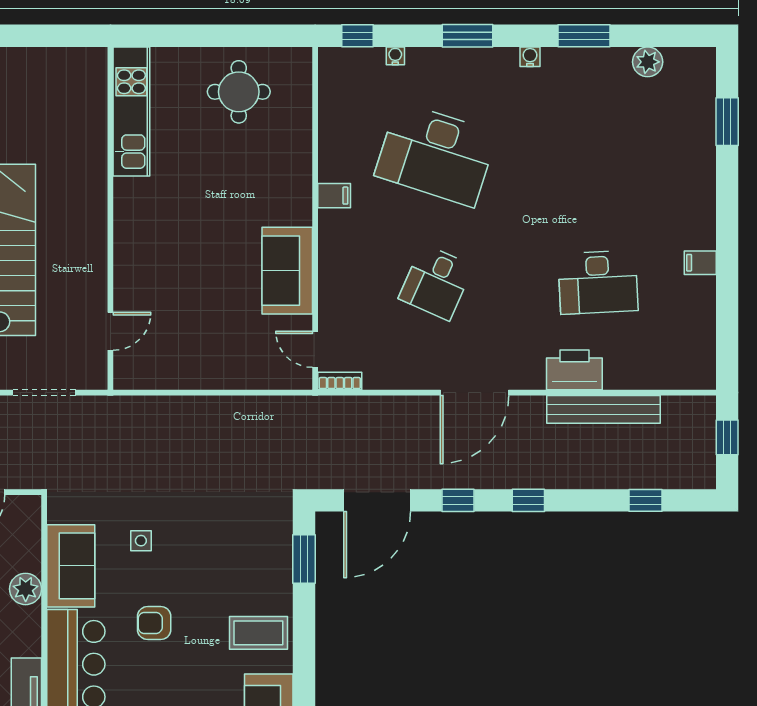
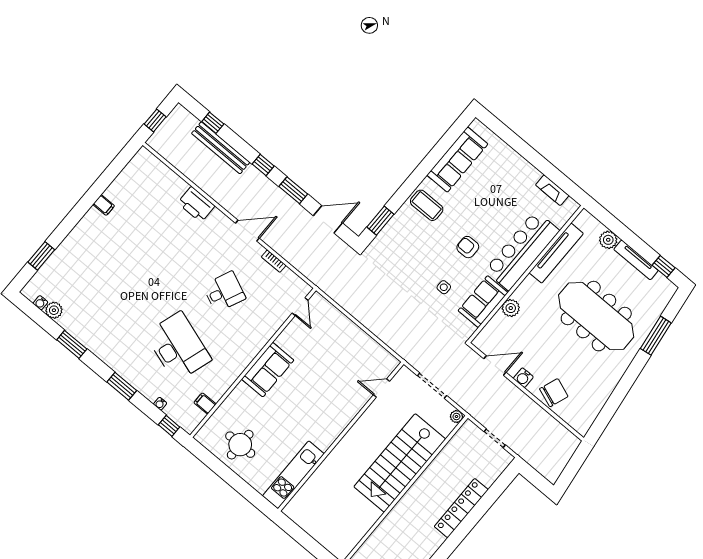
water cooler: (530, 57) -> (40, 303), moved
filing cabinet: (334, 196) -> (205, 403), moved
sofa: (287, 271) -> (268, 370), moved
desk: (598, 282) -> (155, 234), removed
bookcase: (340, 381) -> (274, 261), moved
door: (474, 393) -> (247, 231), width x0.73
bench: (604, 409) -> (221, 148), moved
door: (377, 500) -> (328, 219), width x0.73
window: (458, 500) -> (293, 190), width x1.50
armchair: (154, 623) -> (468, 247), turned 180

